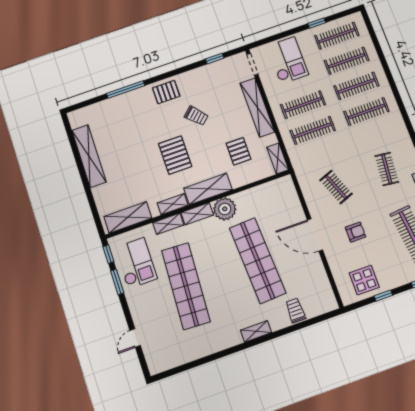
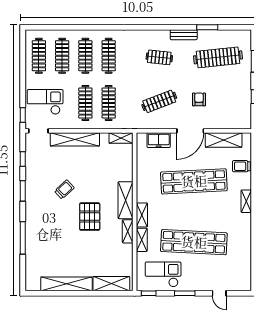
window: (317, 23) -> (23, 115), moved
window: (179, 71) -> (23, 191), added
pallet: (166, 92) -> (36, 207), removed
pallet: (239, 151) -> (104, 166), removed
pallet: (175, 155) -> (90, 217), turned 90
clothes rail: (336, 187) -> (159, 101), width x1.36
freezer: (291, 202) -> (159, 140), added
plant: (225, 209) -> (146, 193), removed
shelving: (128, 217) -> (111, 284), moved, turned 90
shelving: (319, 278) -> (224, 140), added
display table: (364, 280) -> (237, 106), removed
window: (117, 282) -> (185, 293), moved

